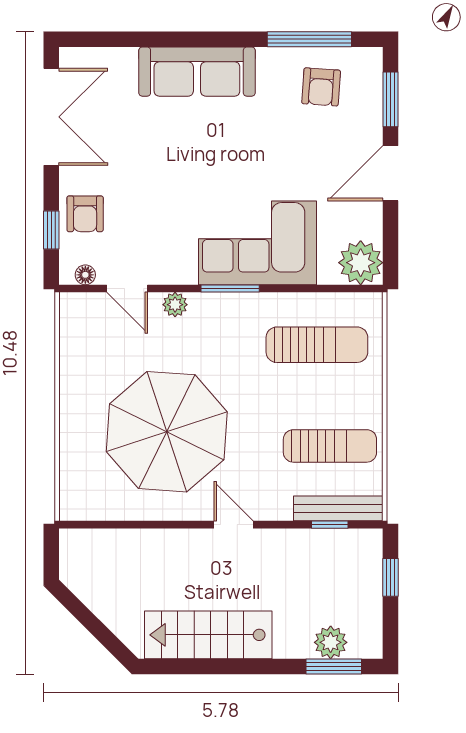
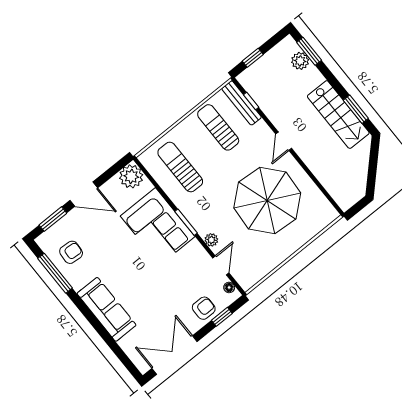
window: (195, 667) -> (356, 109), added

